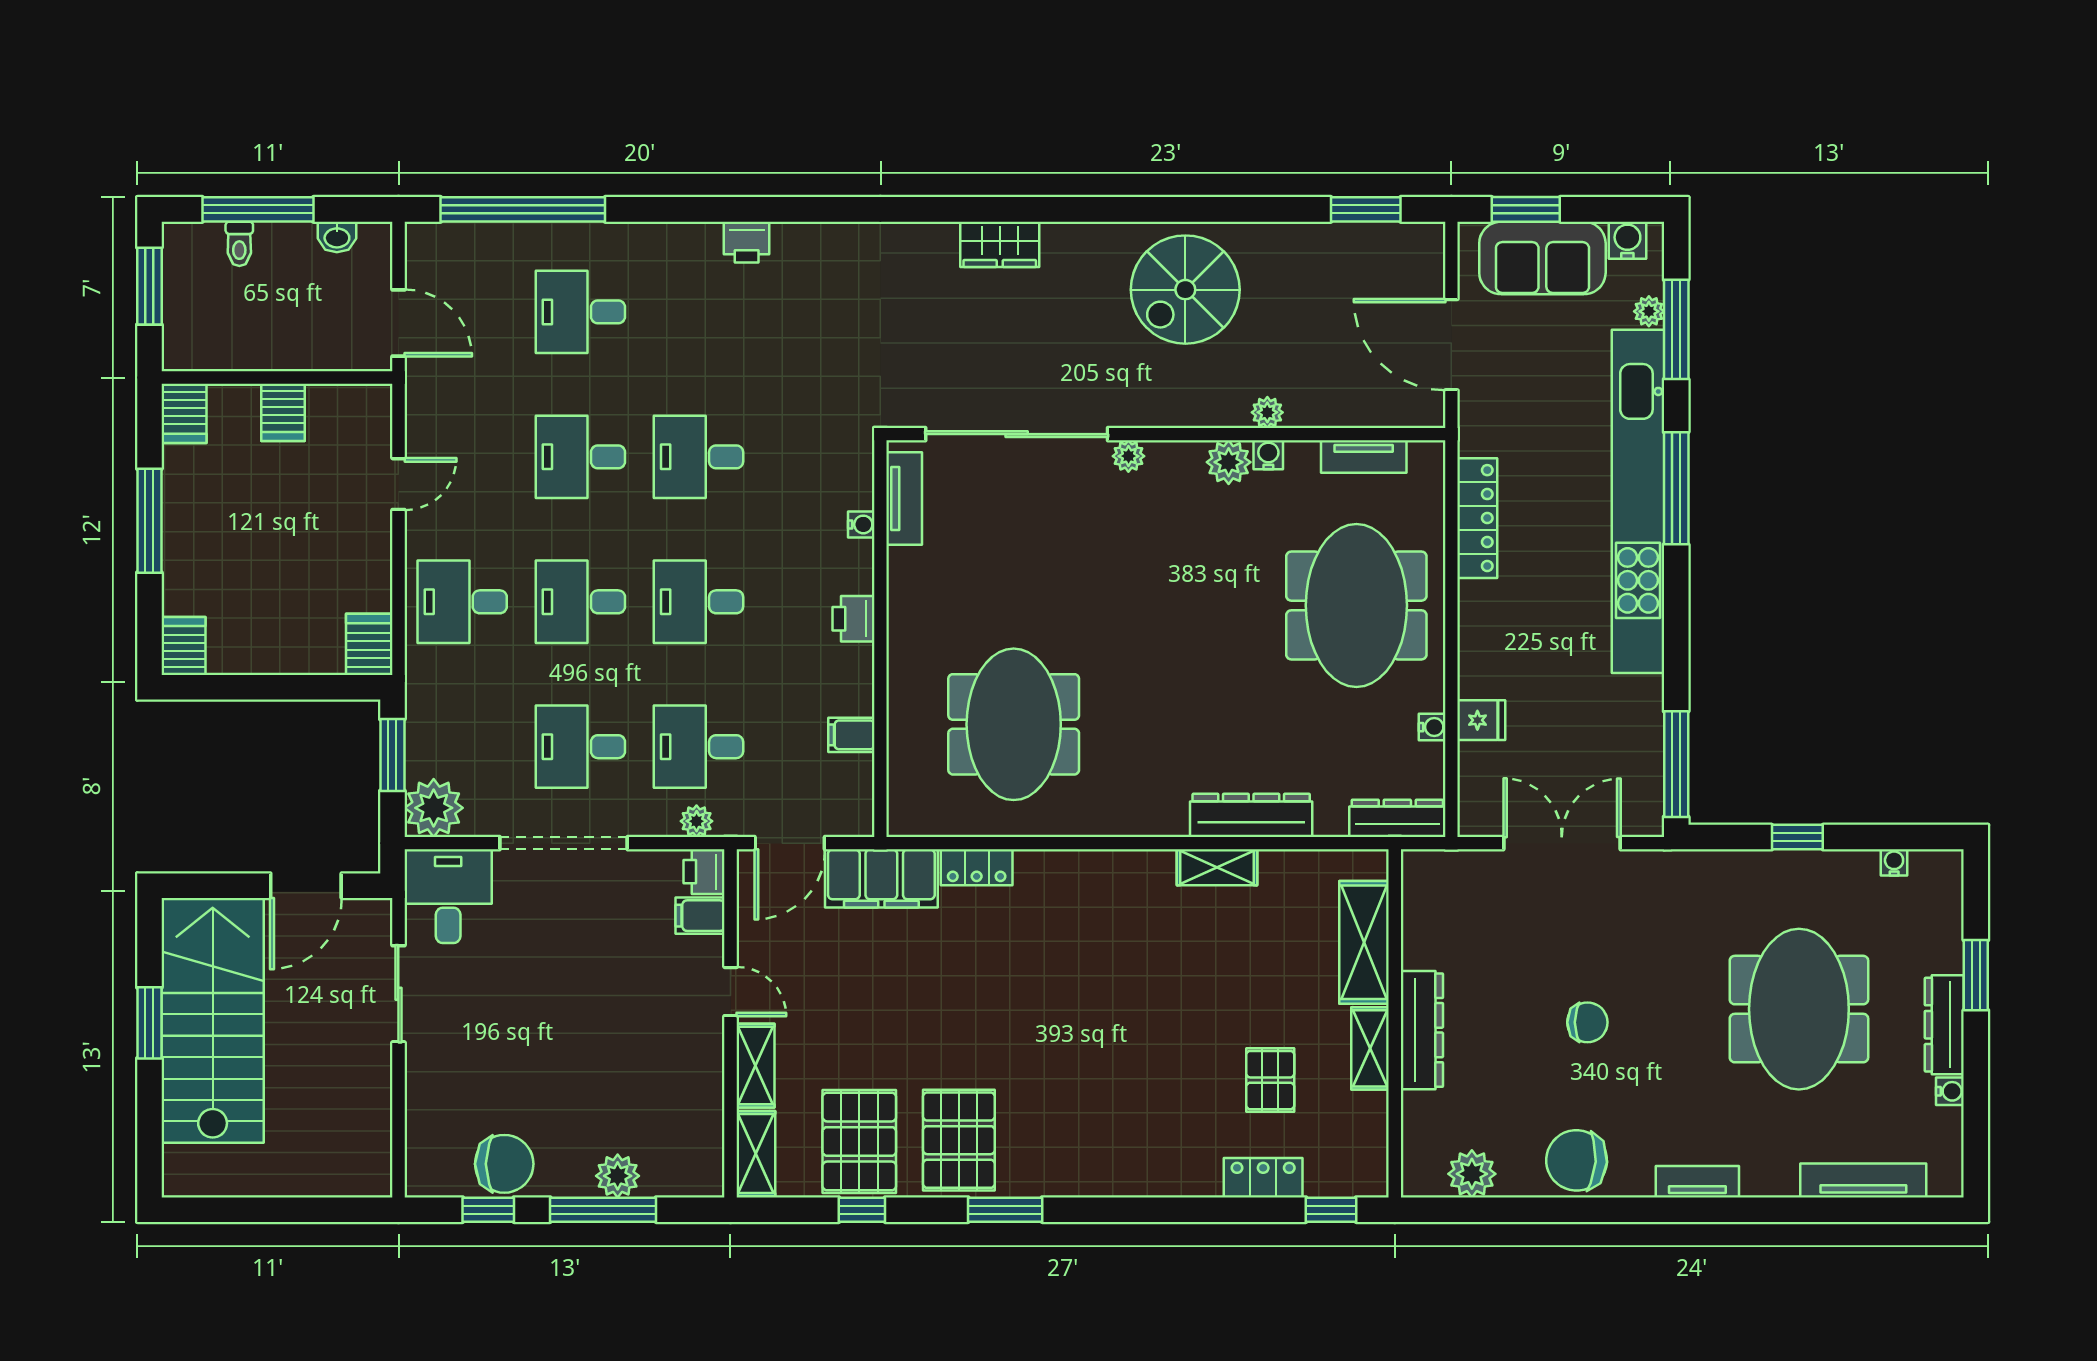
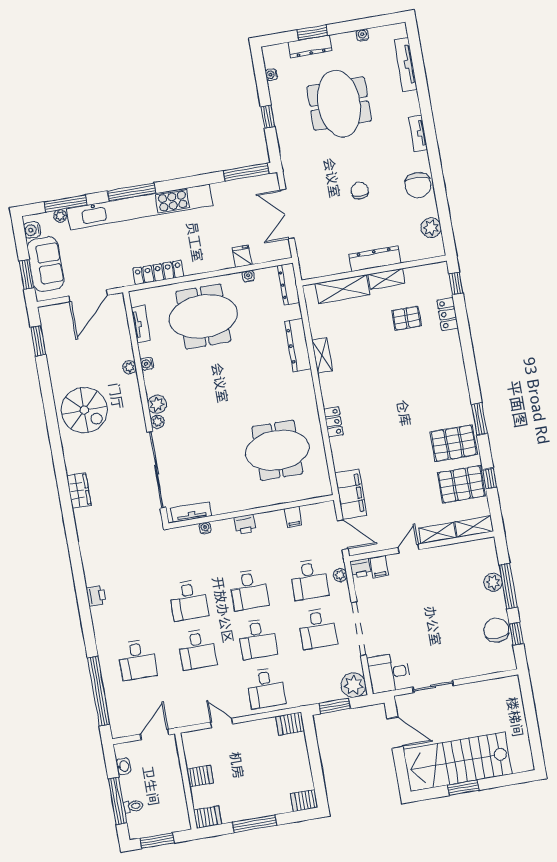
plant: (1229, 462) -> (157, 404), moved
locker: (977, 867) -> (333, 422), moved
meeting table: (1799, 1009) -> (339, 104), turned 90
dresser: (1944, 1025) -> (310, 46), moved

